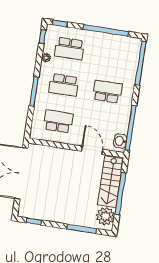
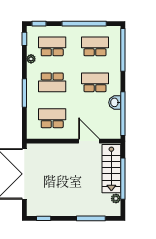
school desk: (70, 49) -> (52, 46), turned 180
school desk: (113, 55) -> (95, 46), added
washbasin: (120, 141) -> (115, 102), moved
plant: (105, 216) -> (116, 199), width x0.53, depth x0.53

